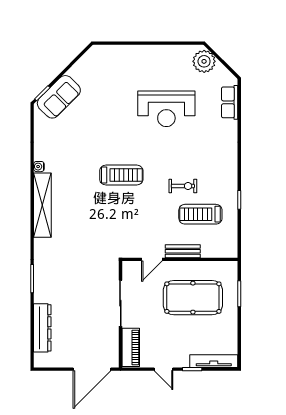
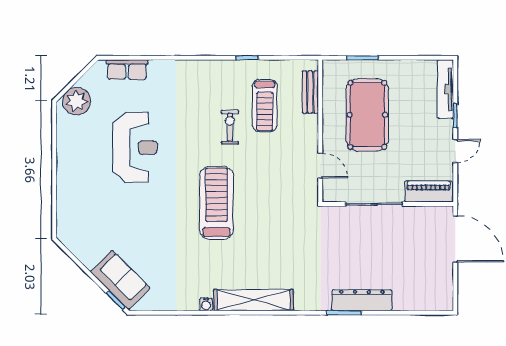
treadmill: (121, 175) -> (216, 203), width x1.37, depth x1.38
bench: (183, 251) -> (310, 92), moved
dresser: (42, 328) -> (362, 300), moved

